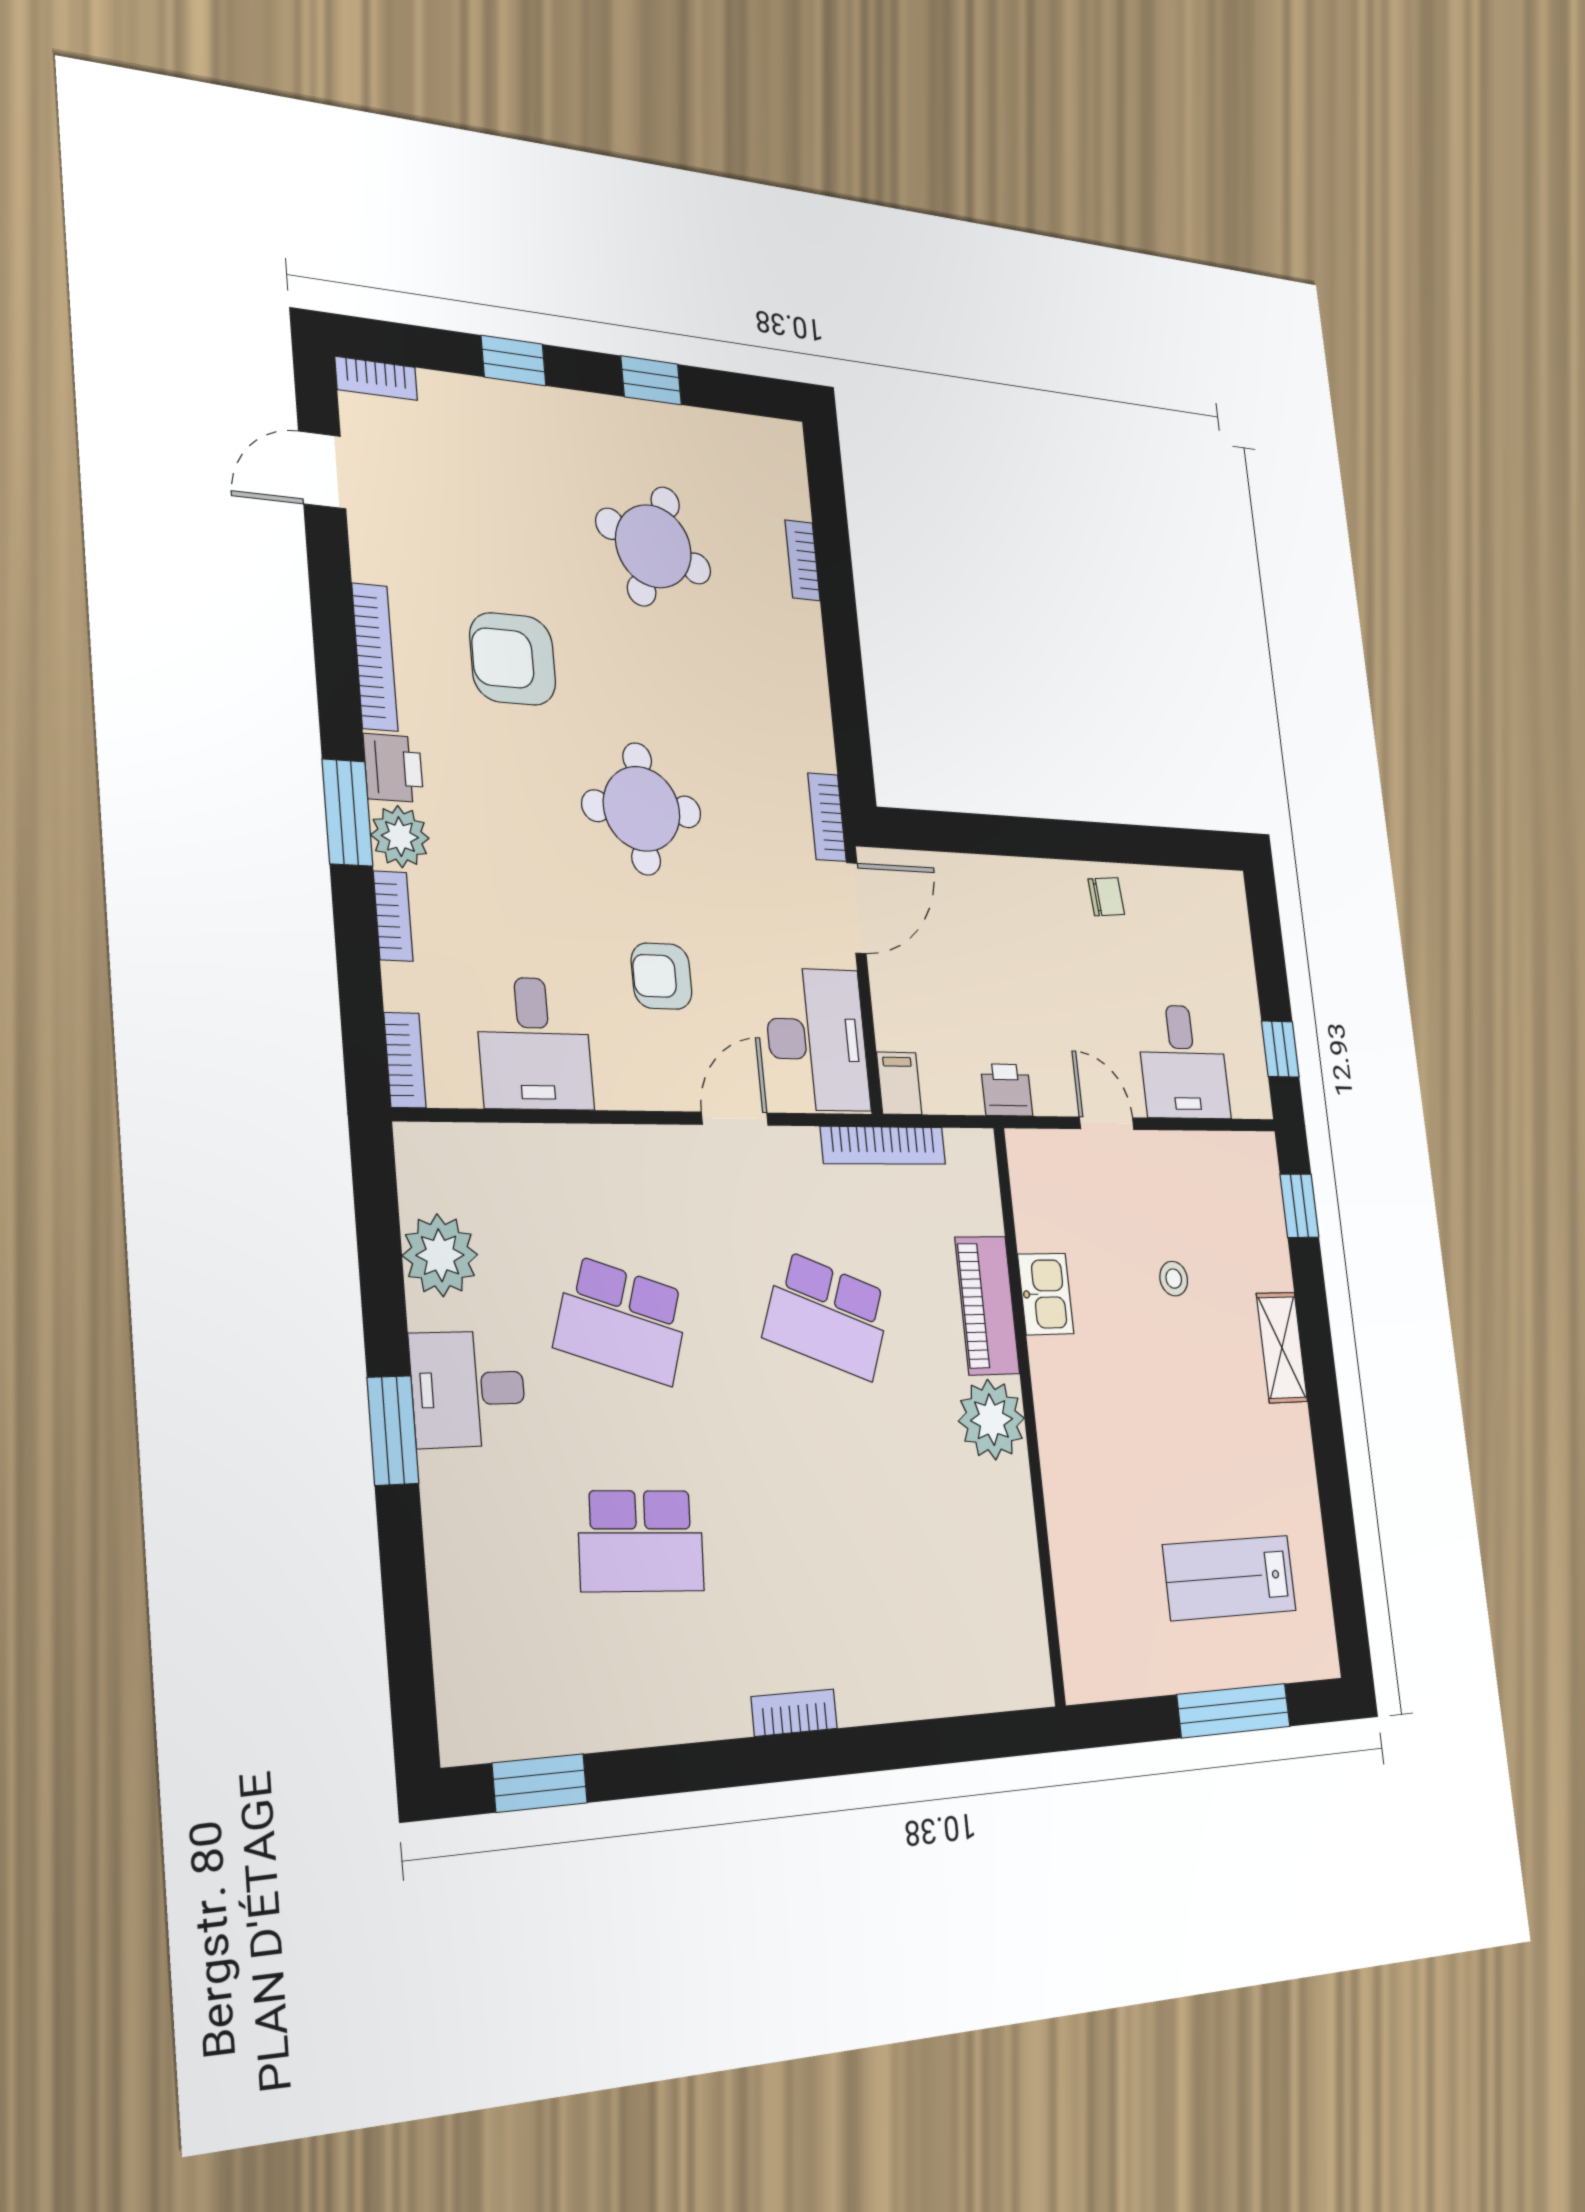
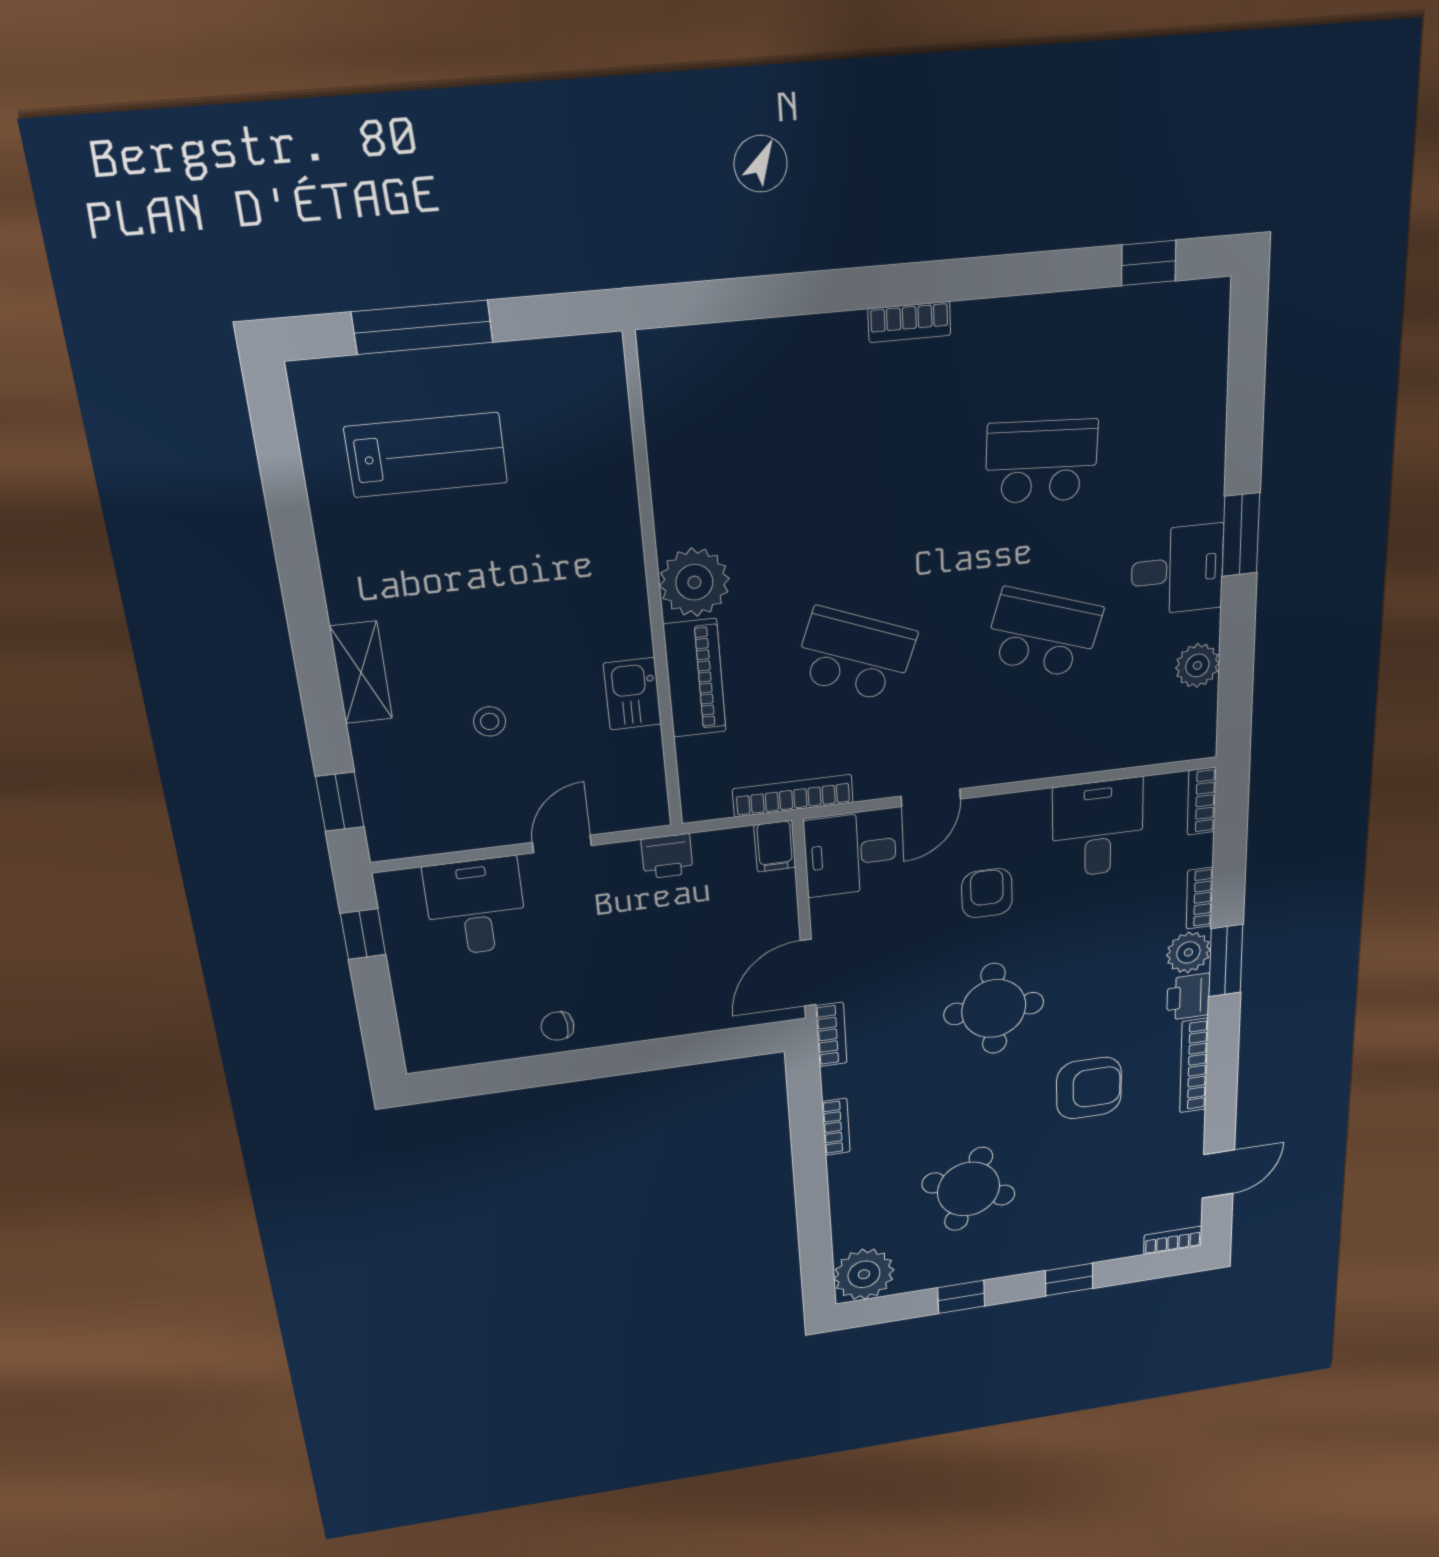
plant: (771, 456) -> (864, 1274), added
bookcase: (803, 560) -> (836, 1127), moved
armchair: (662, 976) -> (987, 893), turned -90
desk: (817, 1039) -> (851, 854), width x0.73
door: (1107, 1123) -> (562, 844), swing flipped
plant: (440, 1255) -> (1197, 665), width x0.73, depth x0.73
window: (540, 1783) -> (1149, 263), width x0.67

